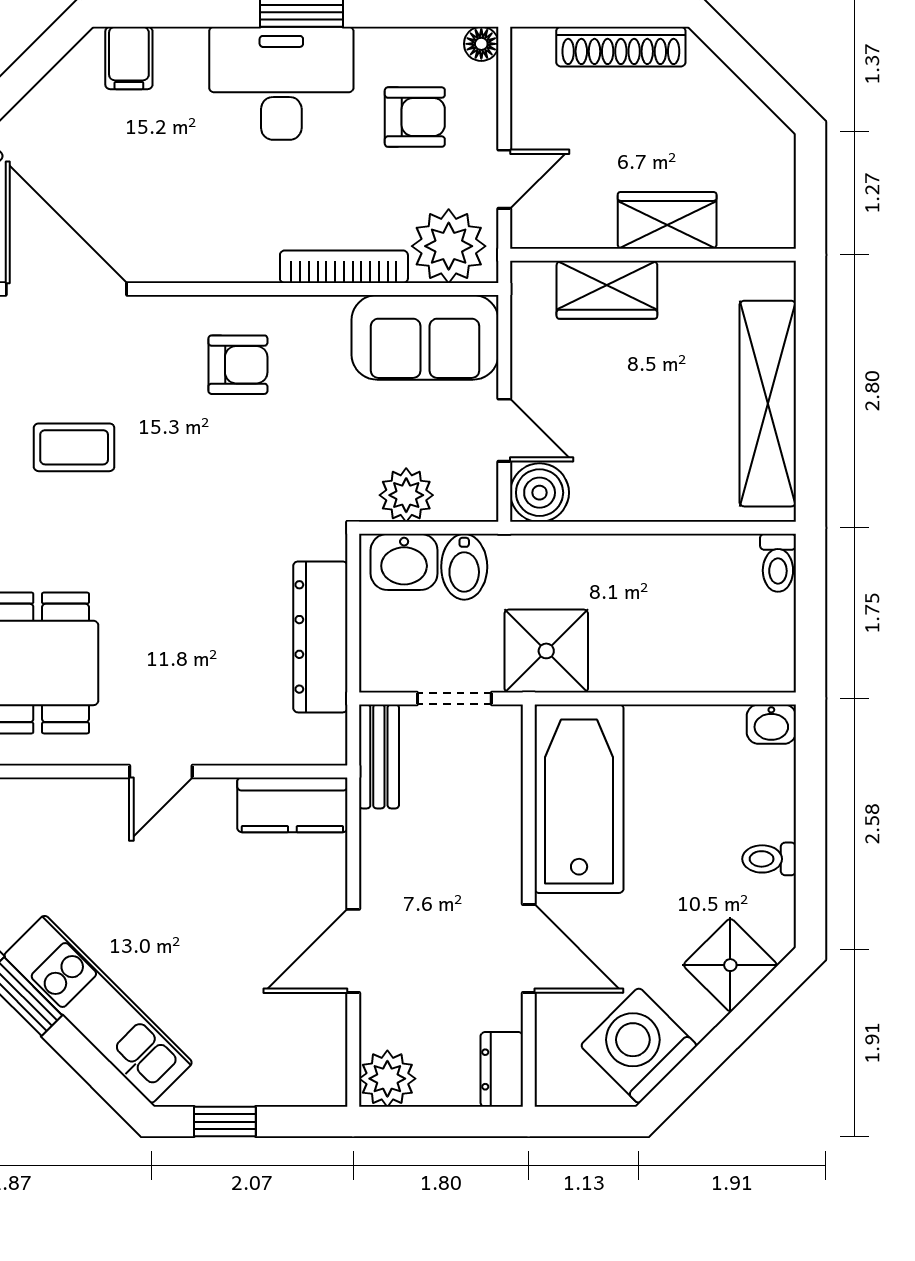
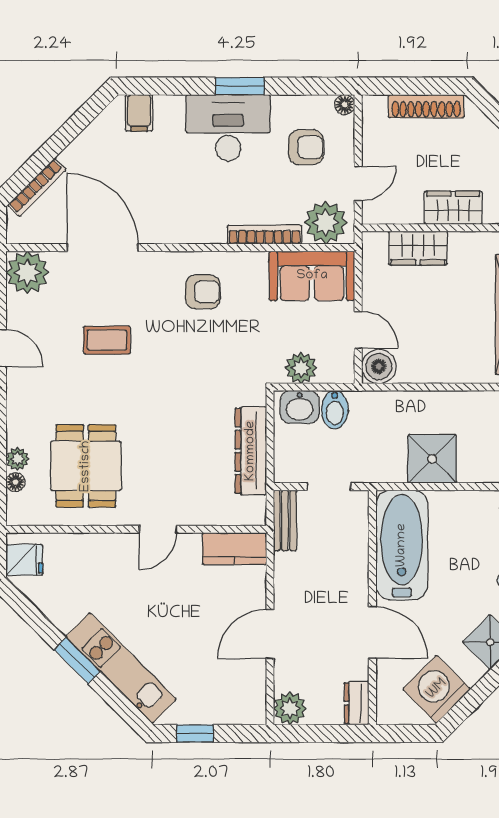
shower: (546, 651) -> (432, 459), moved

